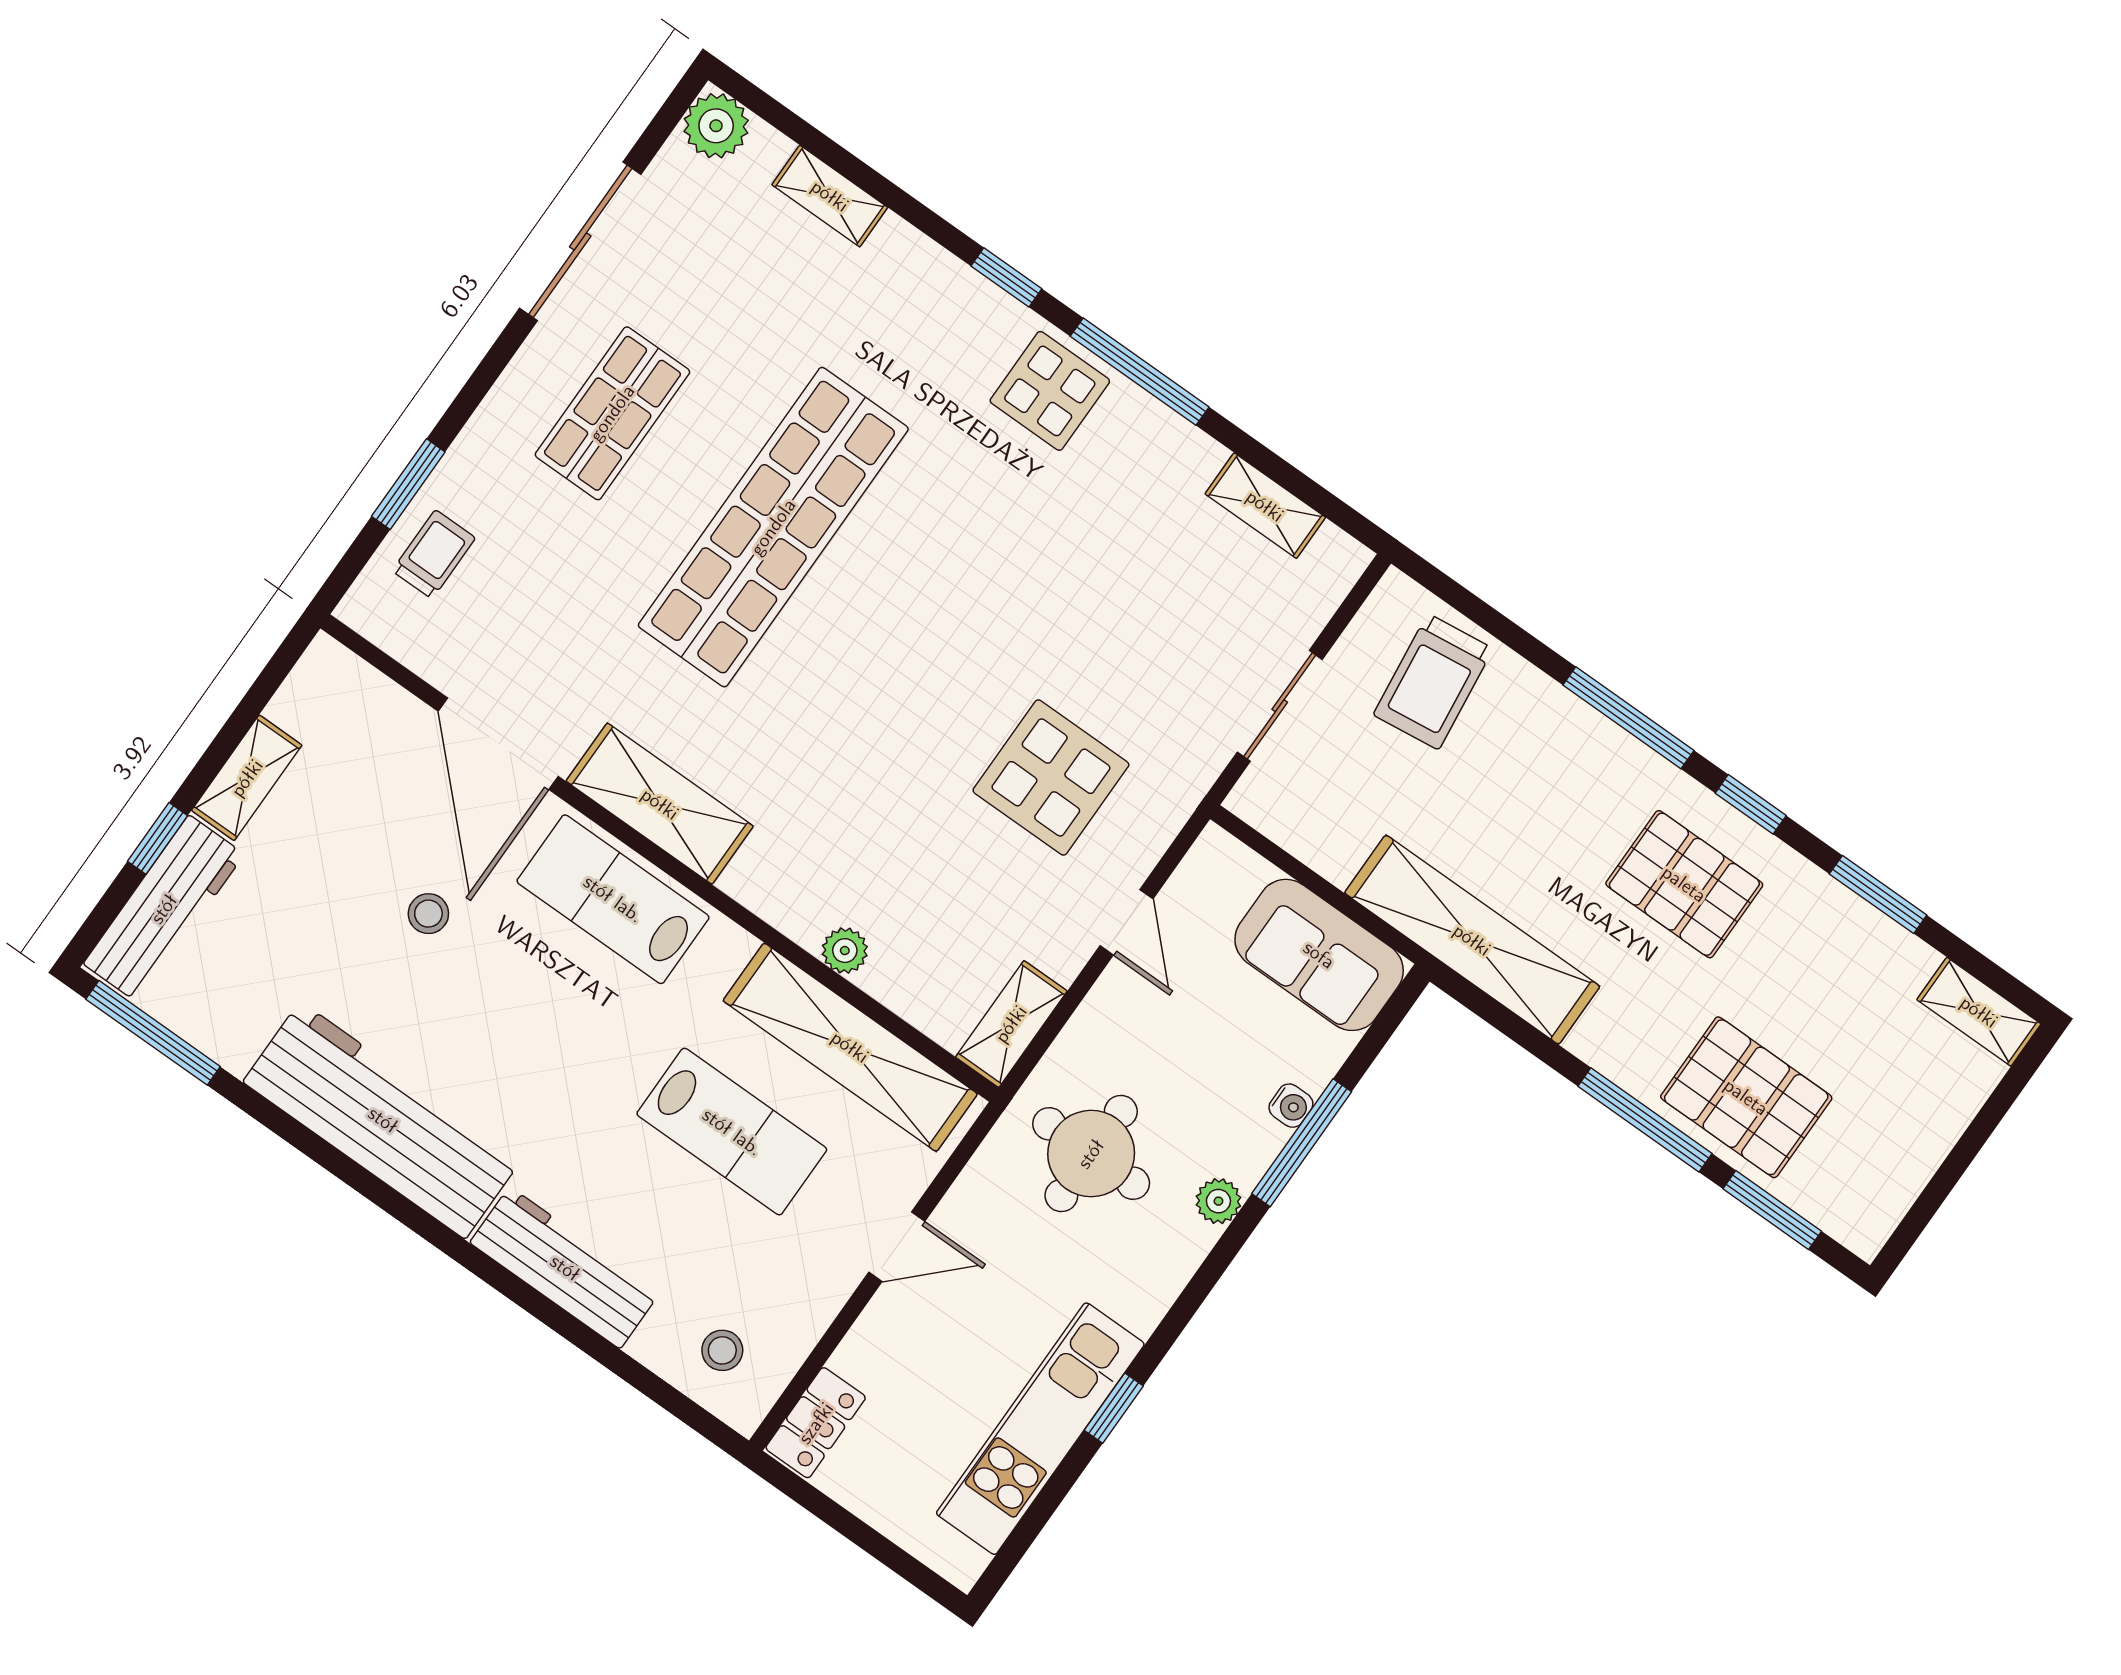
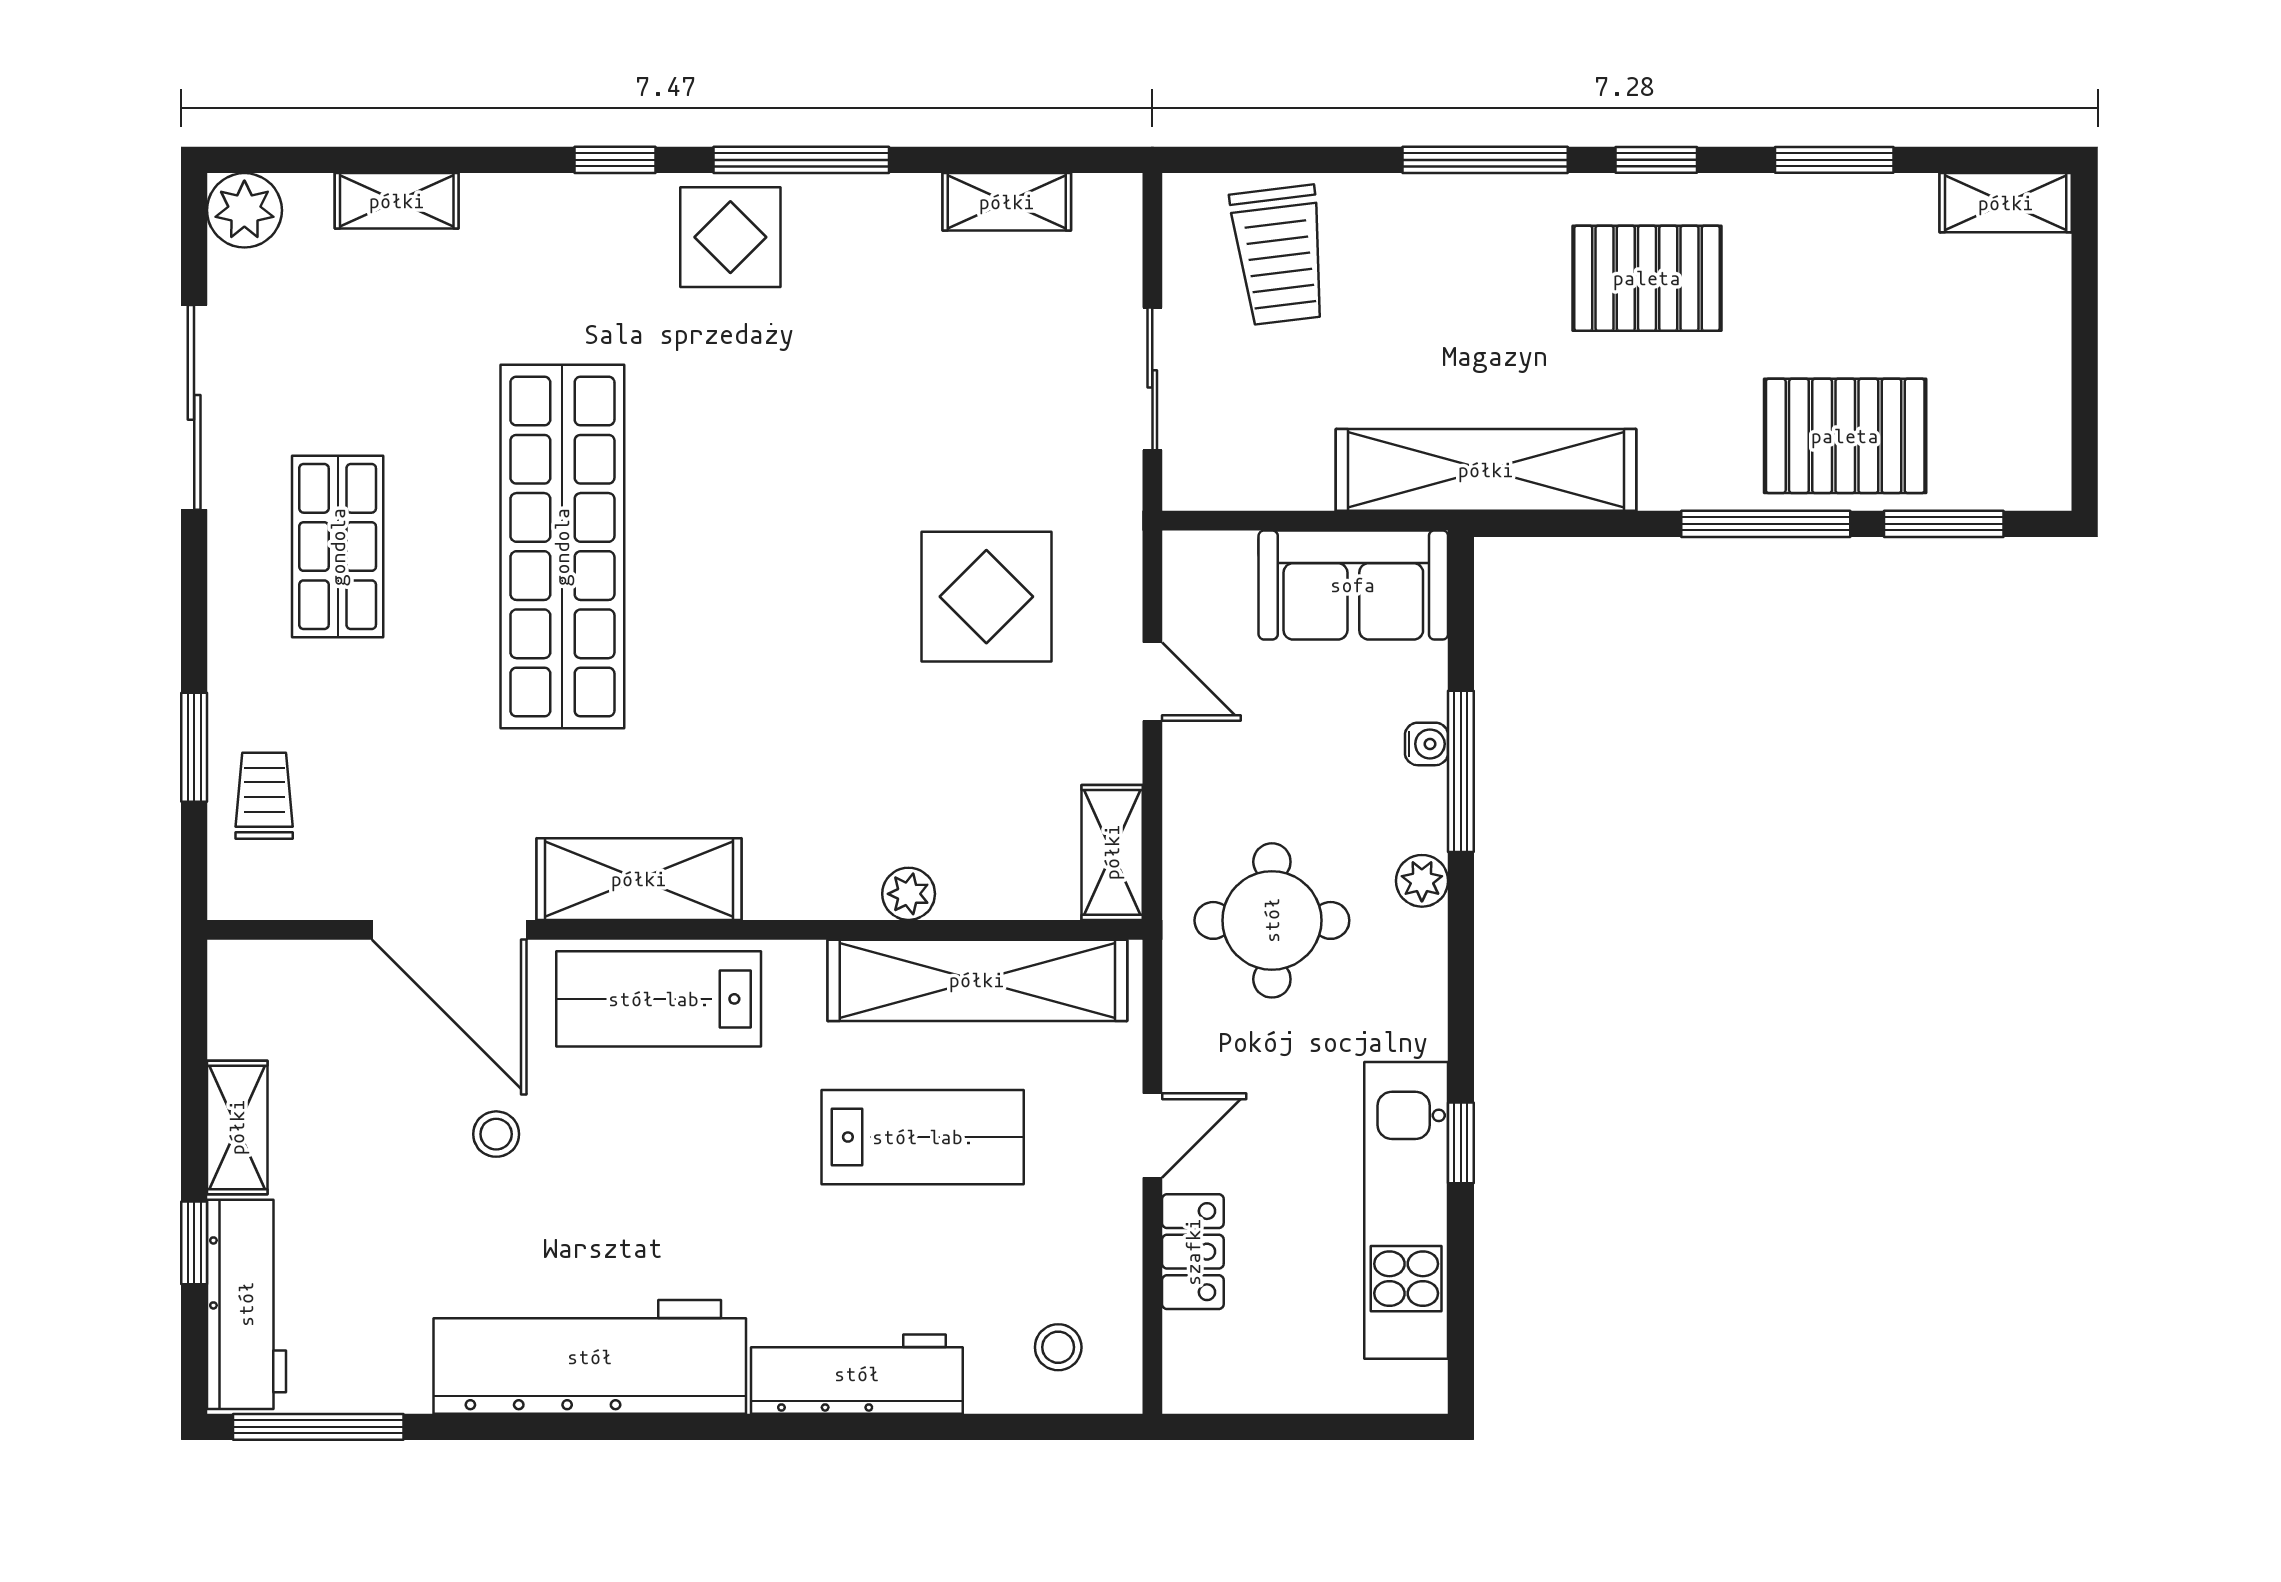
locker: (816, 1423) -> (1193, 1252), moved

